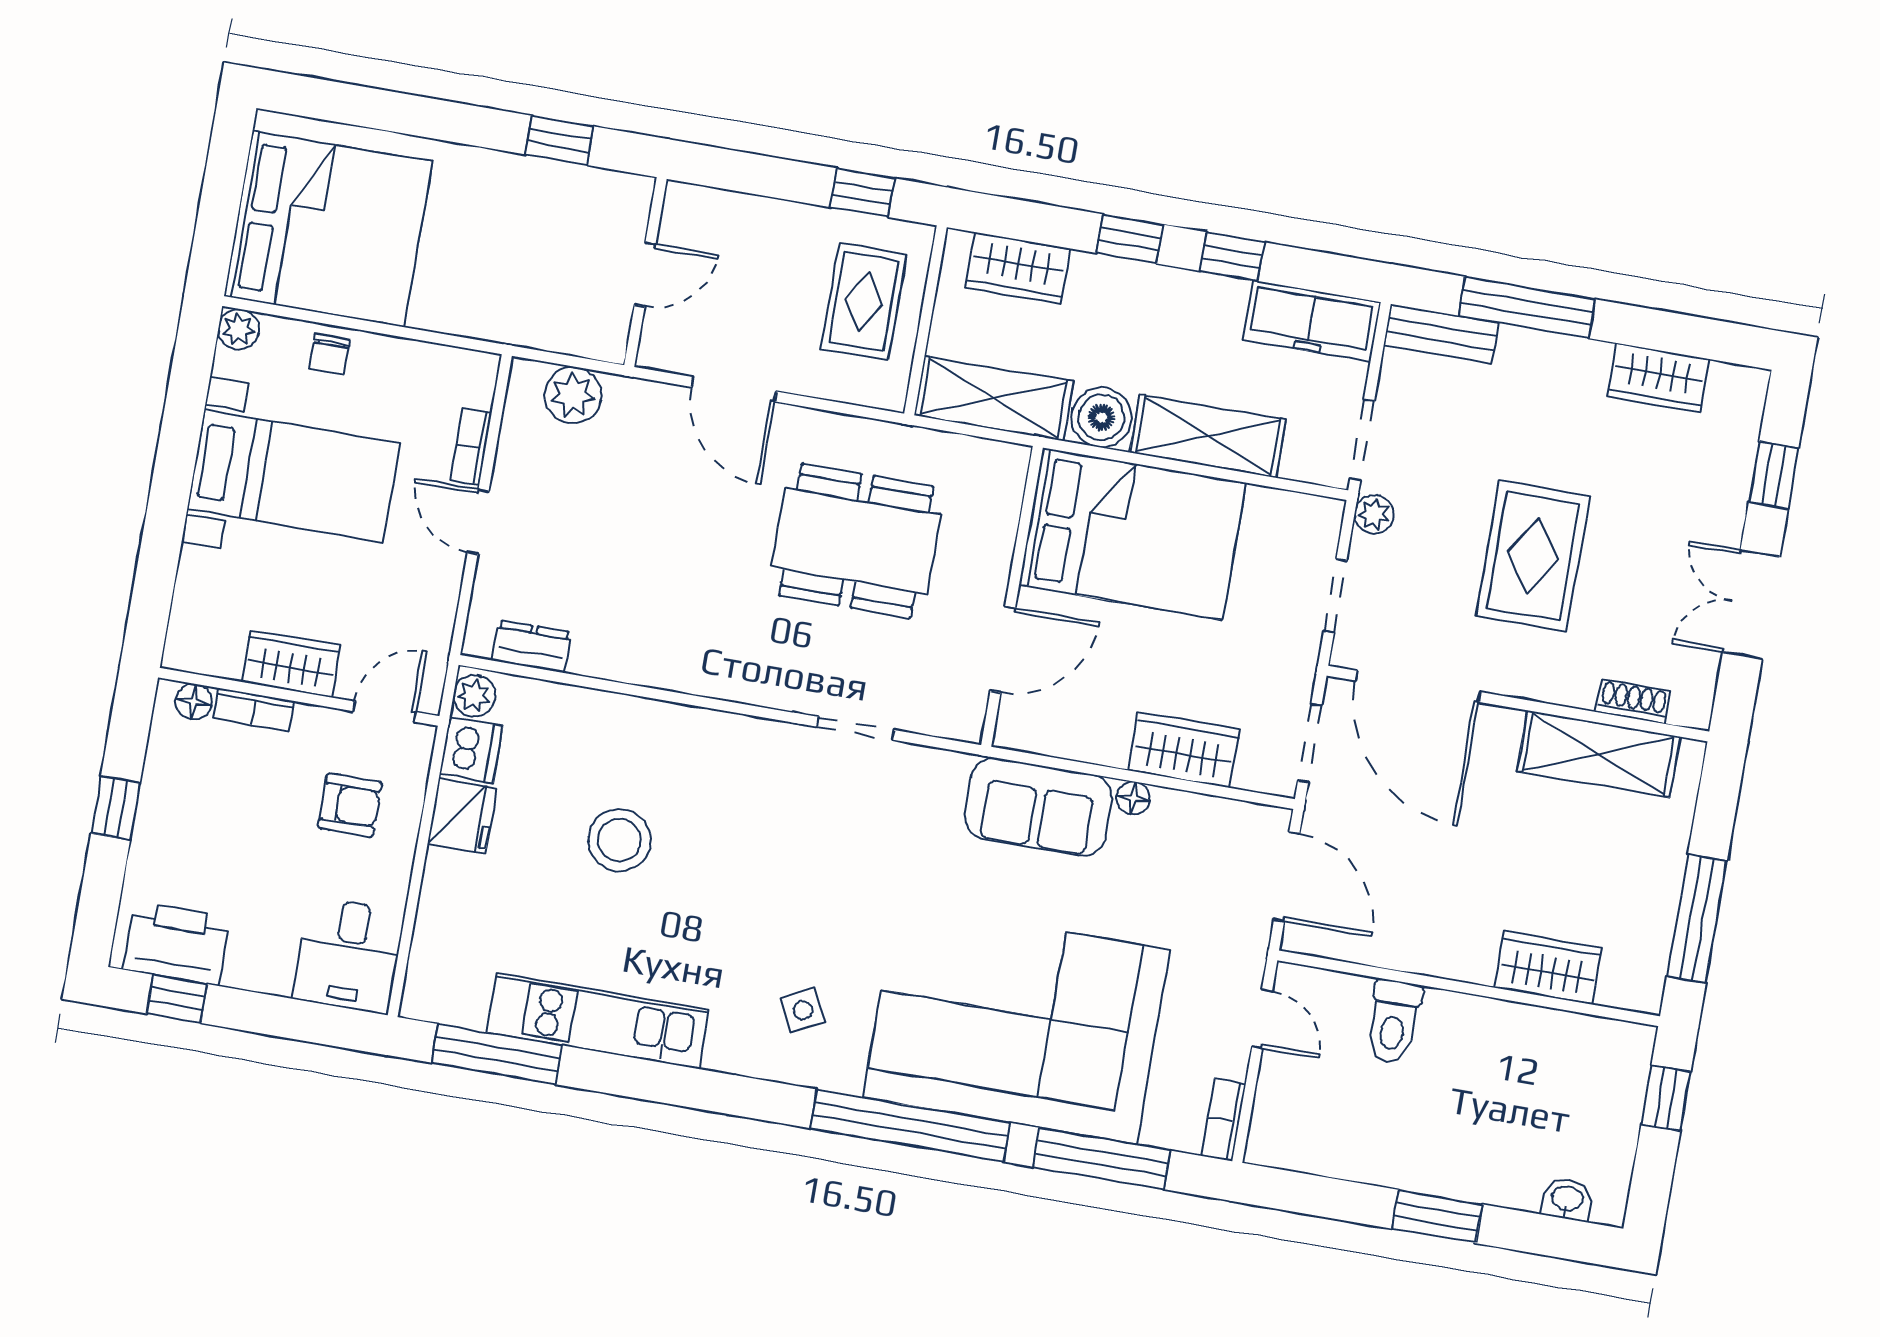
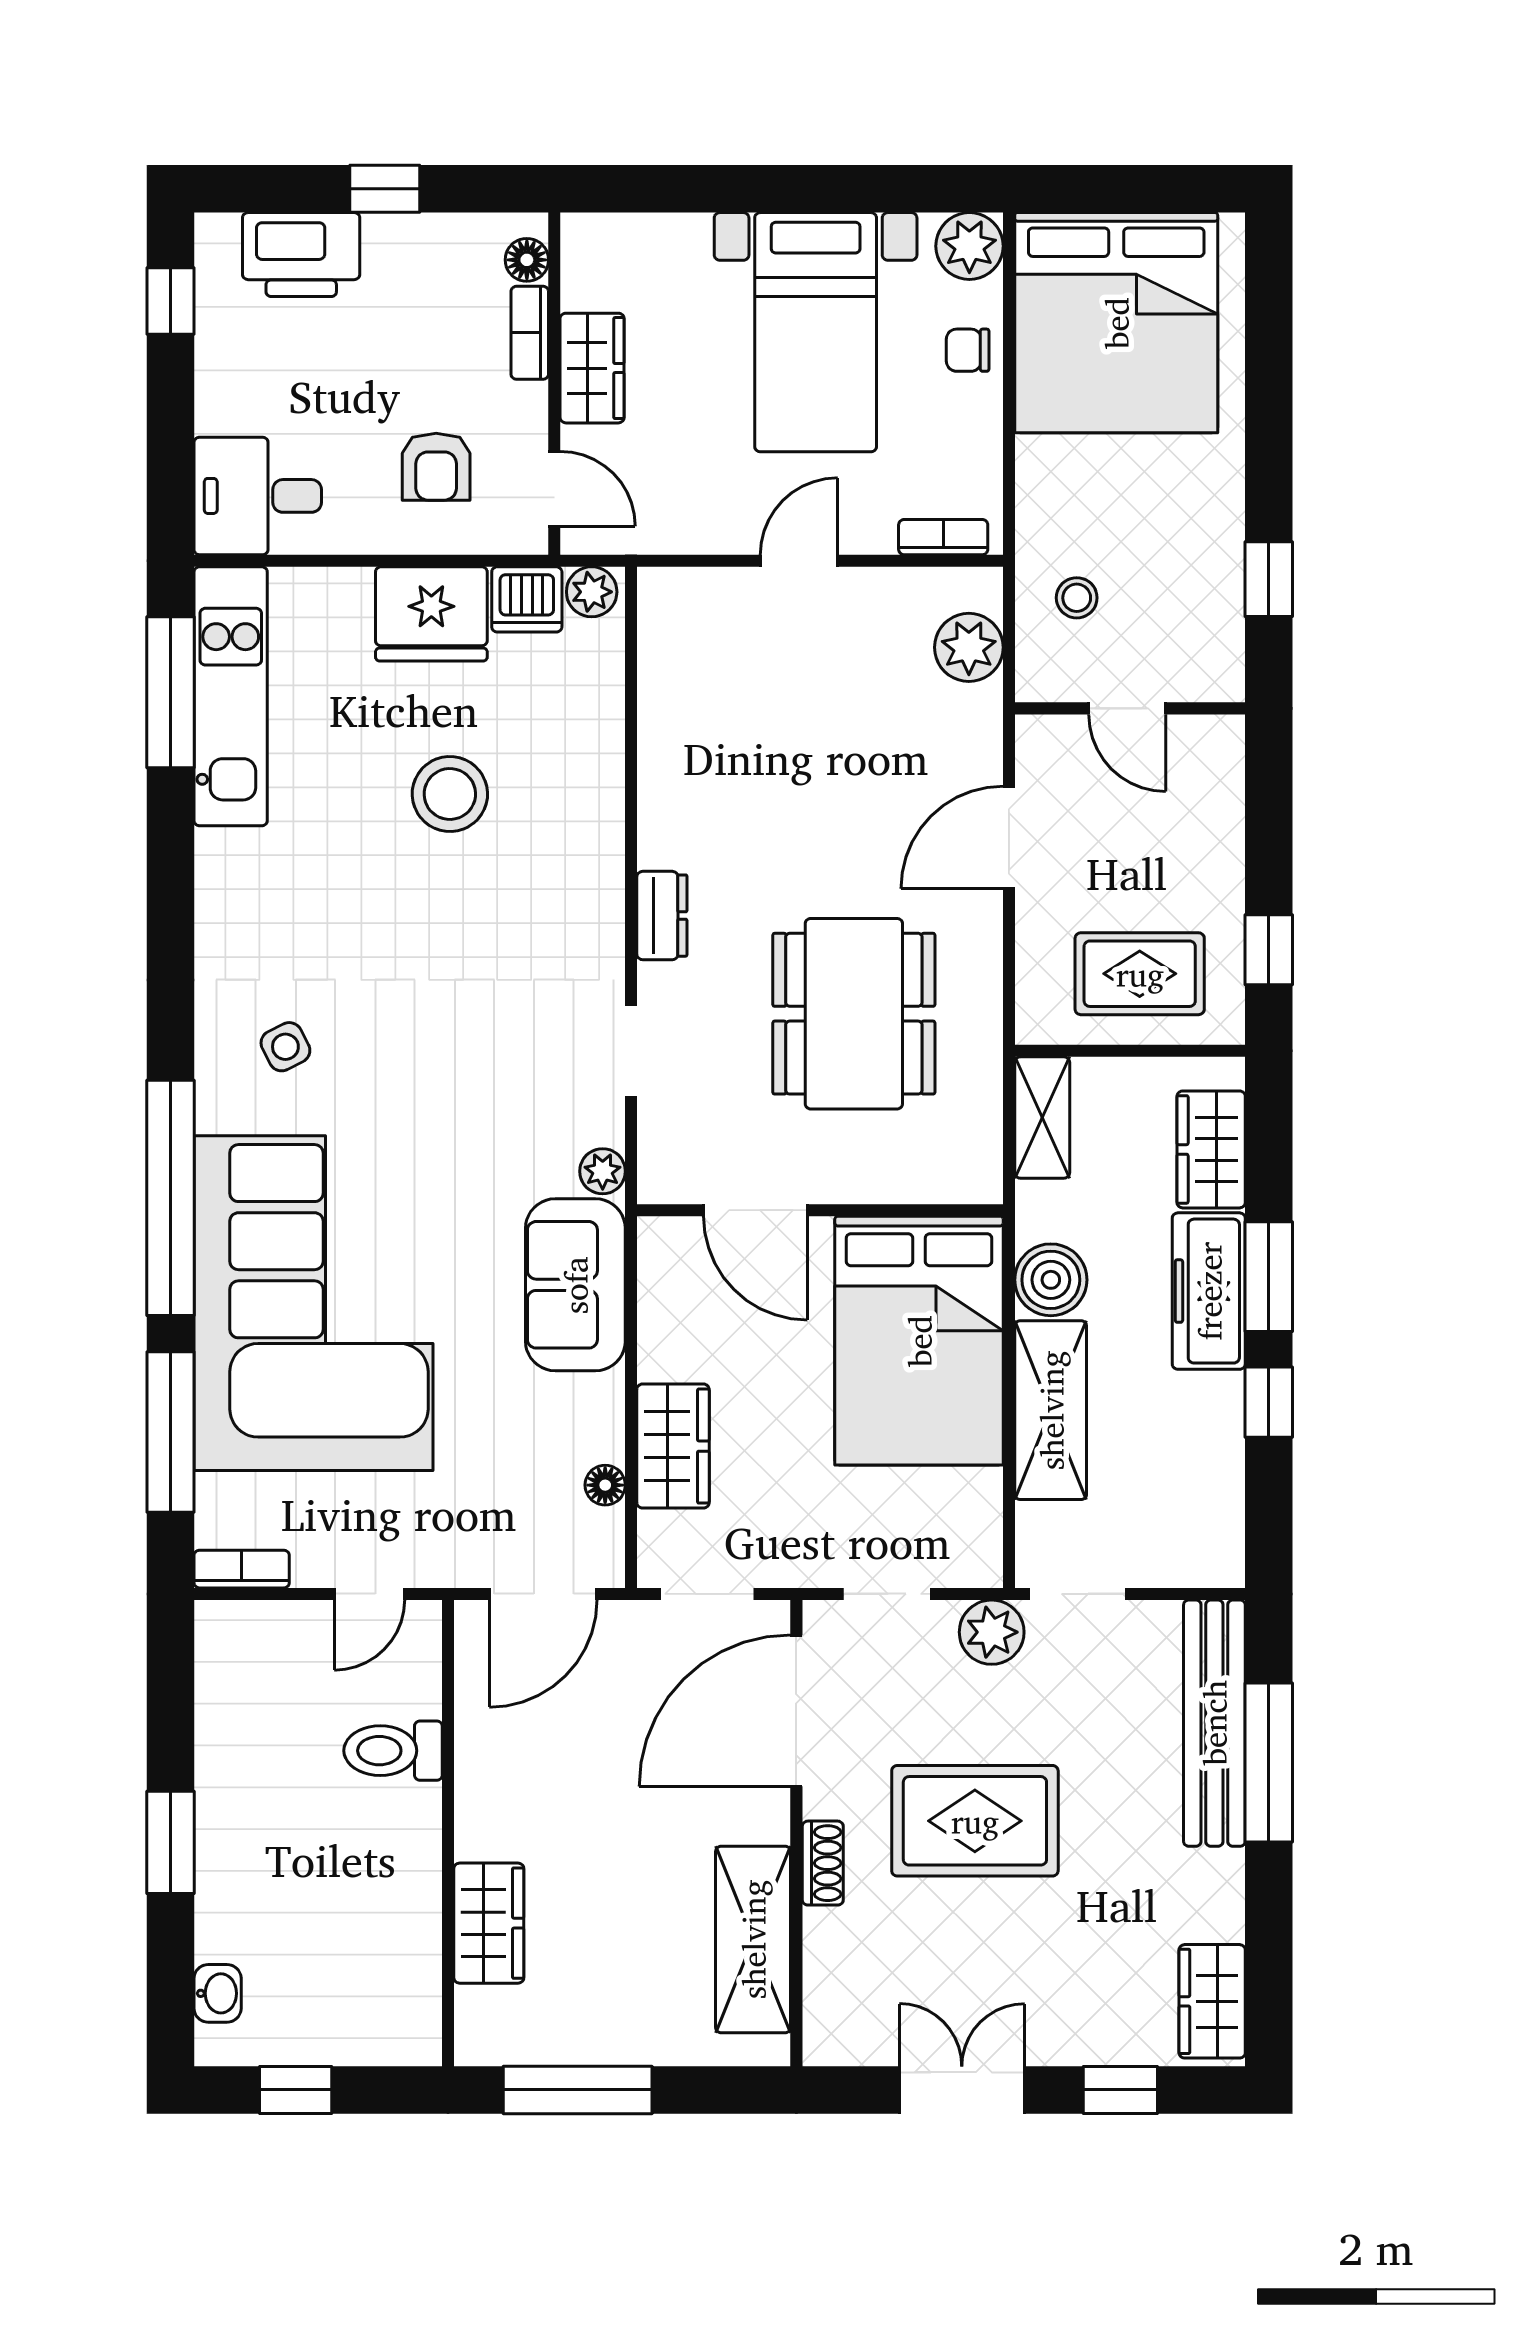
window: (1130, 239) -> (1269, 1277), width x1.50
stool: (548, 300) -> (1077, 598), added
freezer: (1312, 321) -> (1209, 1291), moved
plant: (239, 329) -> (969, 246), width x1.38, depth x1.38
bench: (1441, 334) -> (1214, 1723), width x1.86, depth x1.21
wardrobe: (1658, 378) -> (1212, 2001), moved
shelving: (994, 398) -> (1042, 1117), width x0.67, depth x0.75
bookcase: (471, 447) -> (943, 537), moved
plant: (1374, 514) -> (992, 1632), width x1.38, depth x1.38
dresser: (532, 646) -> (662, 916), moved
shoe rack: (1633, 701) -> (823, 1863), moved
plant: (949, 769) -> (603, 1171), added
floor lamp: (1133, 798) -> (605, 1485), moved
fridge: (462, 816) -> (431, 614), width x1.36, depth x1.34
printer: (177, 944) -> (301, 255), moved, turned 90
kitchen unit: (598, 1021) -> (231, 696), moved
window: (1666, 1098) -> (296, 2090), moved

